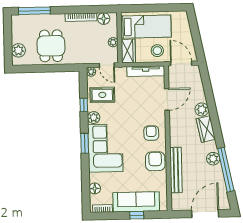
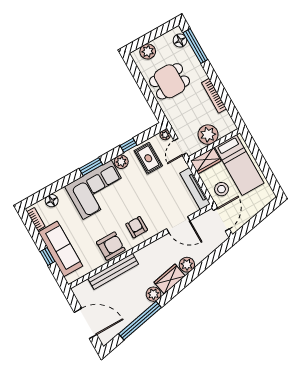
floor lamp: (104, 19) -> (180, 40), moved
plant: (113, 42) -> (208, 135), width x1.88, depth x1.88
armchair: (151, 133) -> (137, 227), turned -90
plant: (213, 159) -> (153, 294), moved

